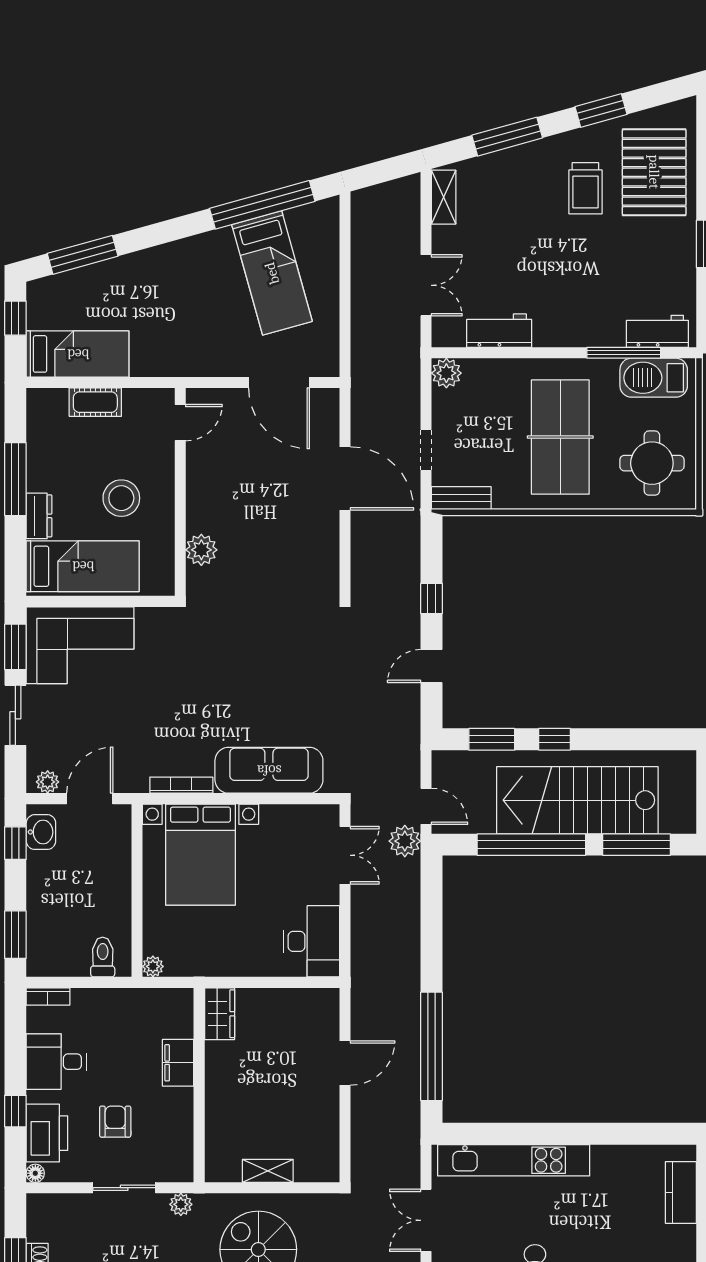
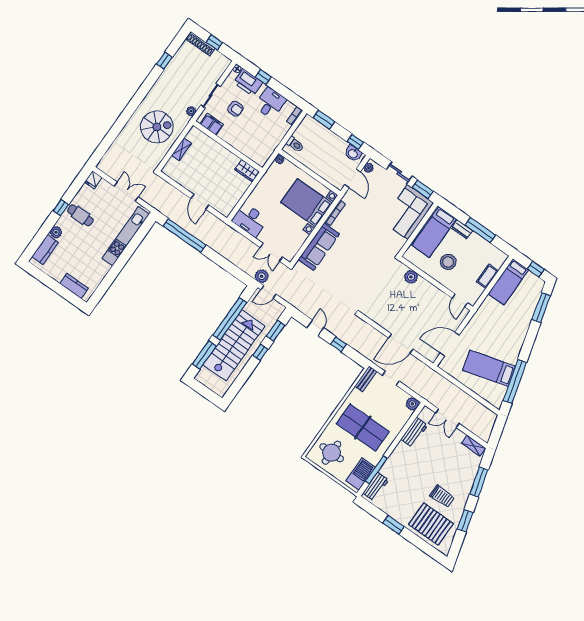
trolley: (585, 188) -> (442, 496), turned 180
filing cabinet: (178, 1063) -> (212, 124), moved

